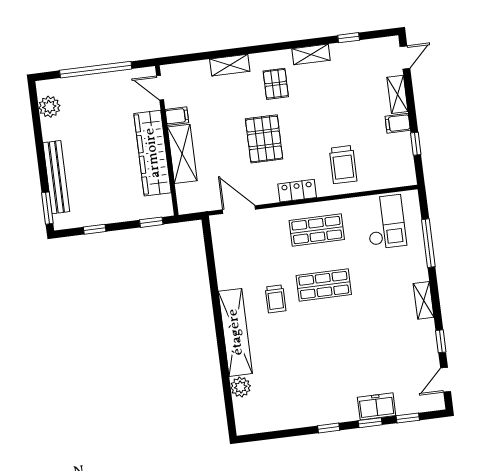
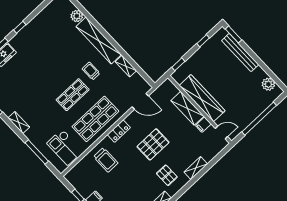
pallet: (264, 139) -> (153, 144), turned 90
trolley: (343, 165) -> (106, 160), turned 180
shop shelf: (317, 230) -> (95, 119), width x1.43, depth x1.36
shelving: (224, 271) -> (126, 66), added

